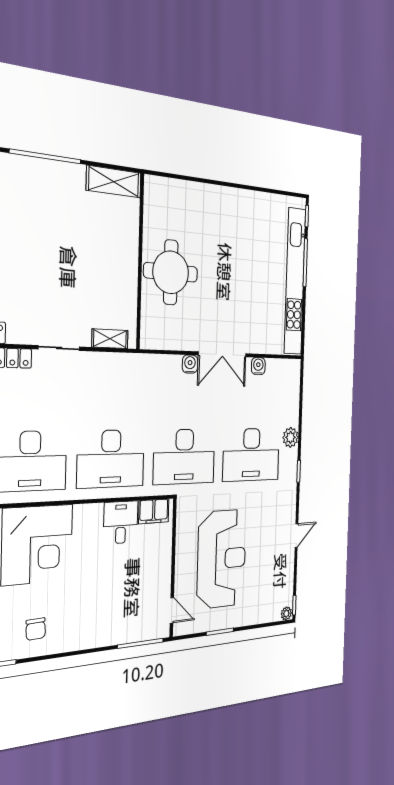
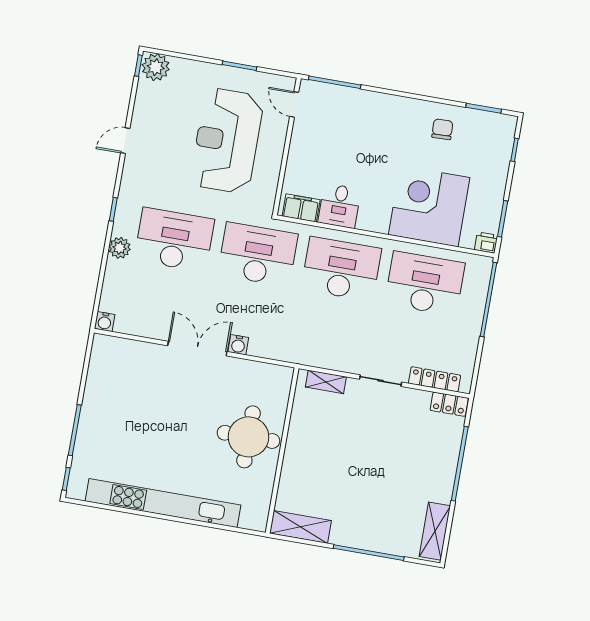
kitchen unit: (295, 281) -> (163, 503), moved, turned -90
water cooler: (258, 366) -> (105, 322), moved
plant: (286, 613) -> (156, 67), width x1.88, depth x1.88

